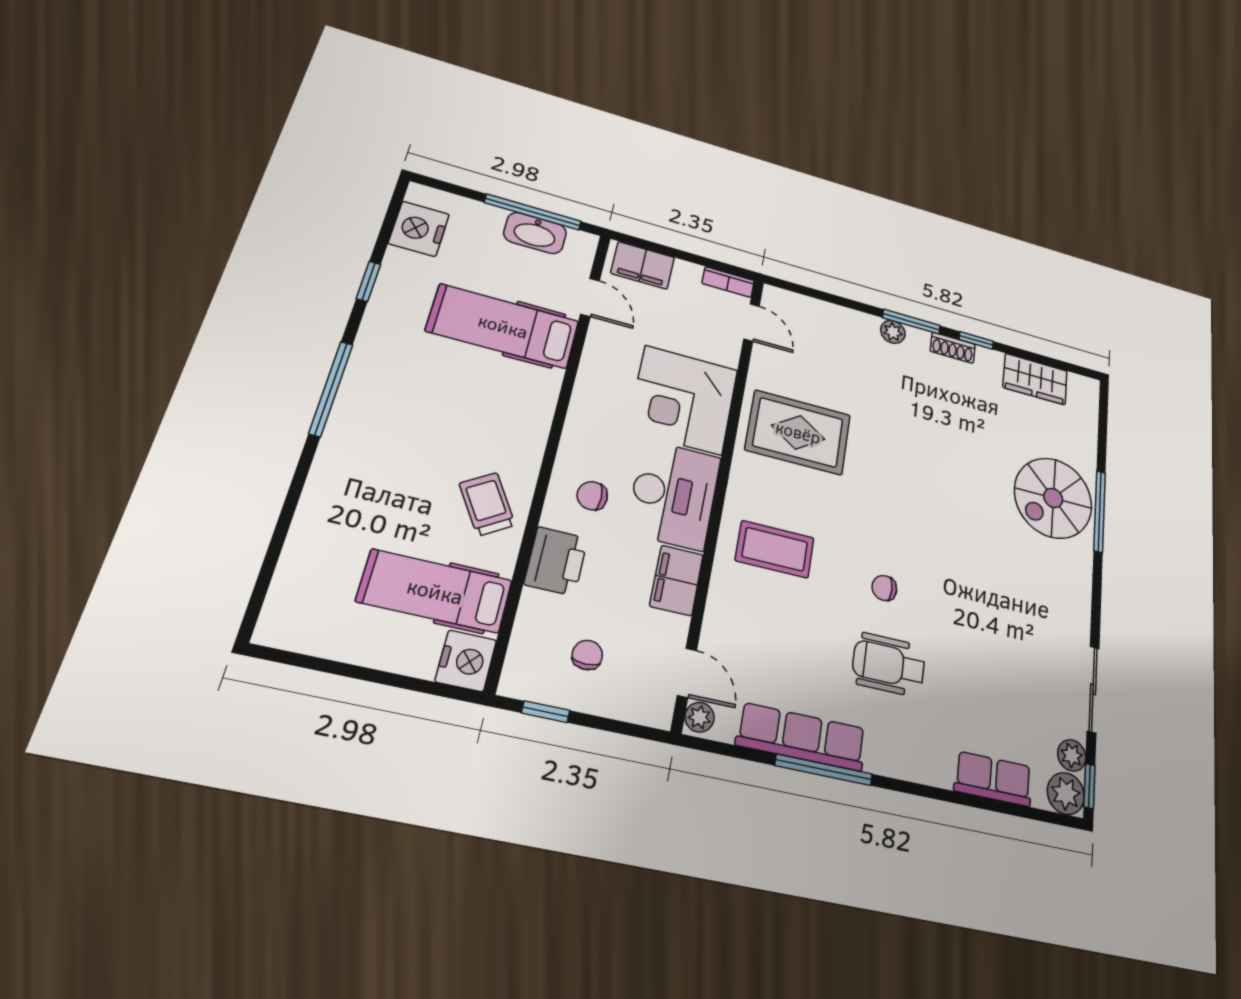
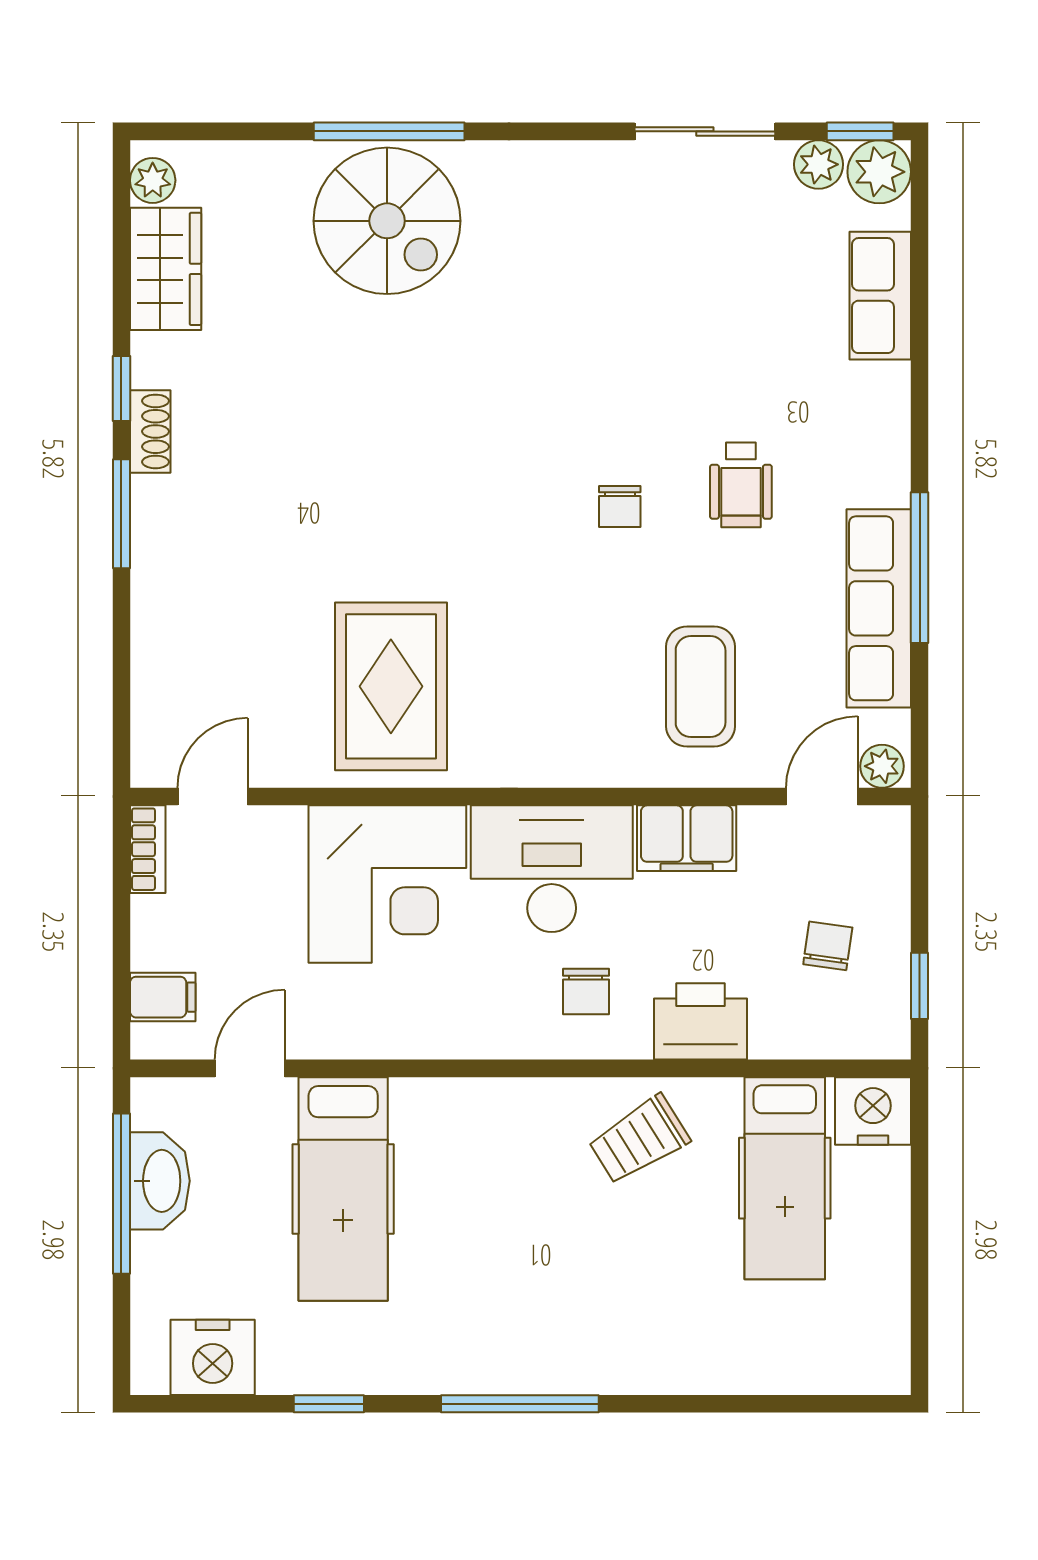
filing cabinet: (643, 265) -> (163, 997), width x0.50
plant: (893, 332) -> (153, 180), moved
coffee table: (775, 549) -> (701, 687), moved
chair: (587, 655) -> (828, 946), turned 98
wheelchair: (889, 665) -> (741, 485), width x0.73, depth x0.73

